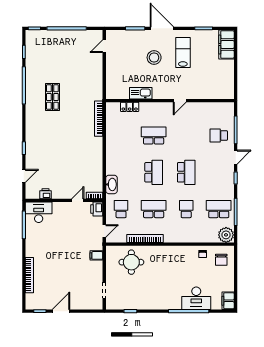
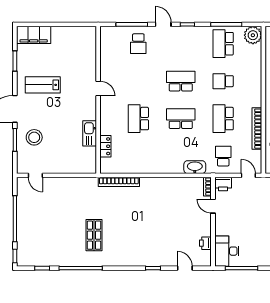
stool: (154, 57) -> (34, 137), moved
shop shelf: (52, 97) -> (94, 235), turned 90
school desk: (121, 209) -> (223, 156), turned 90

